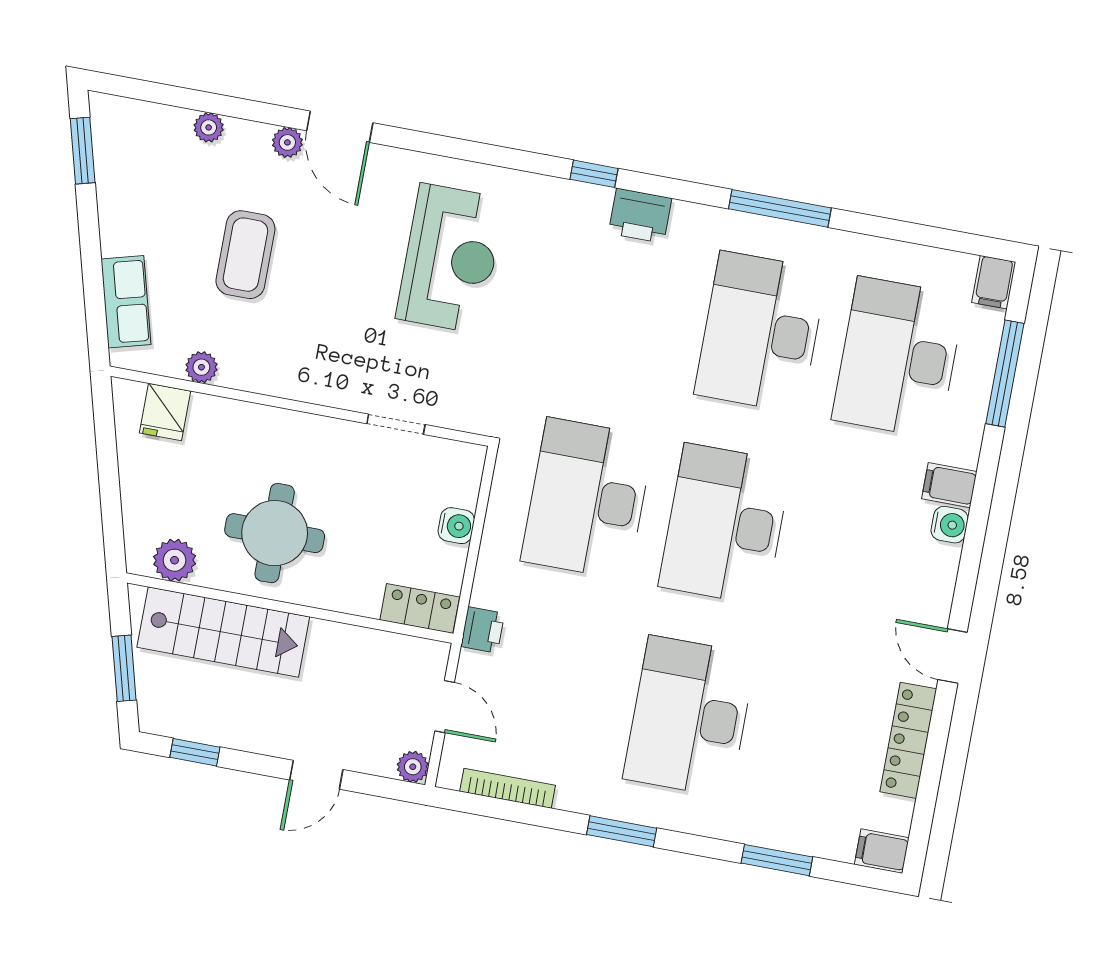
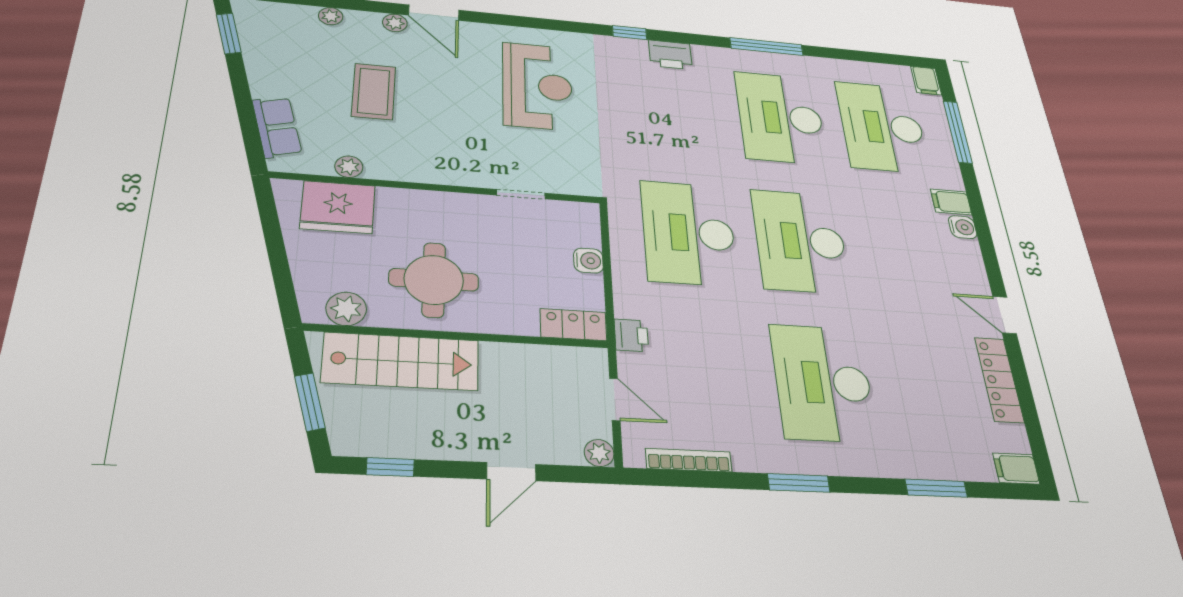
fridge: (165, 412) -> (338, 207), width x1.88, depth x1.34

